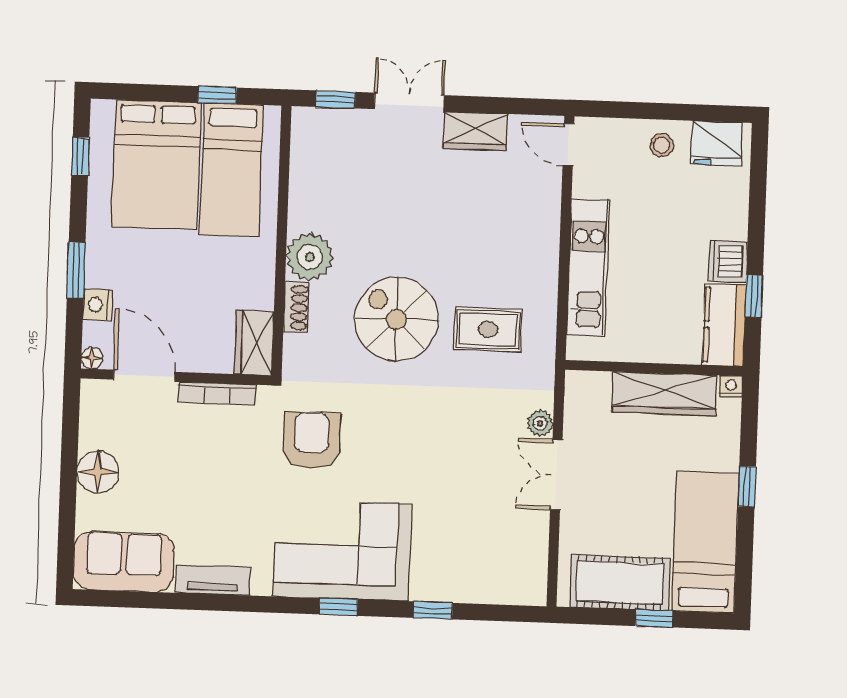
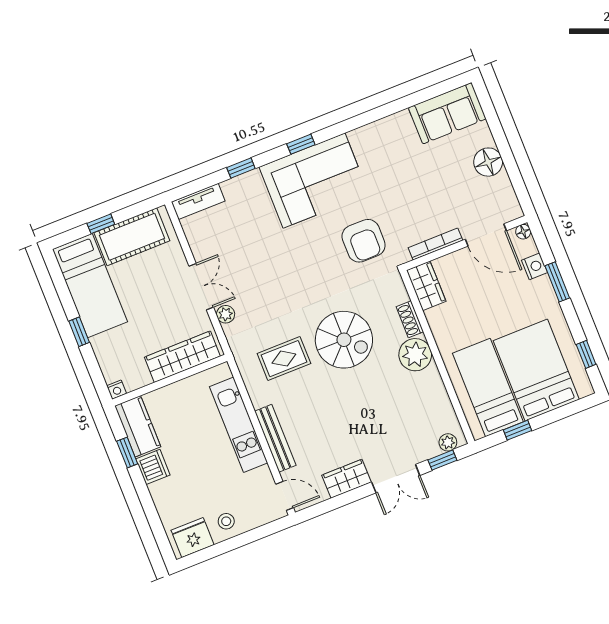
plant: (318, 120) -> (448, 442), added
bench: (547, 228) -> (275, 438), added
wardrobe: (665, 394) -> (182, 357), moved
tv unit: (213, 580) -> (198, 201), moved

